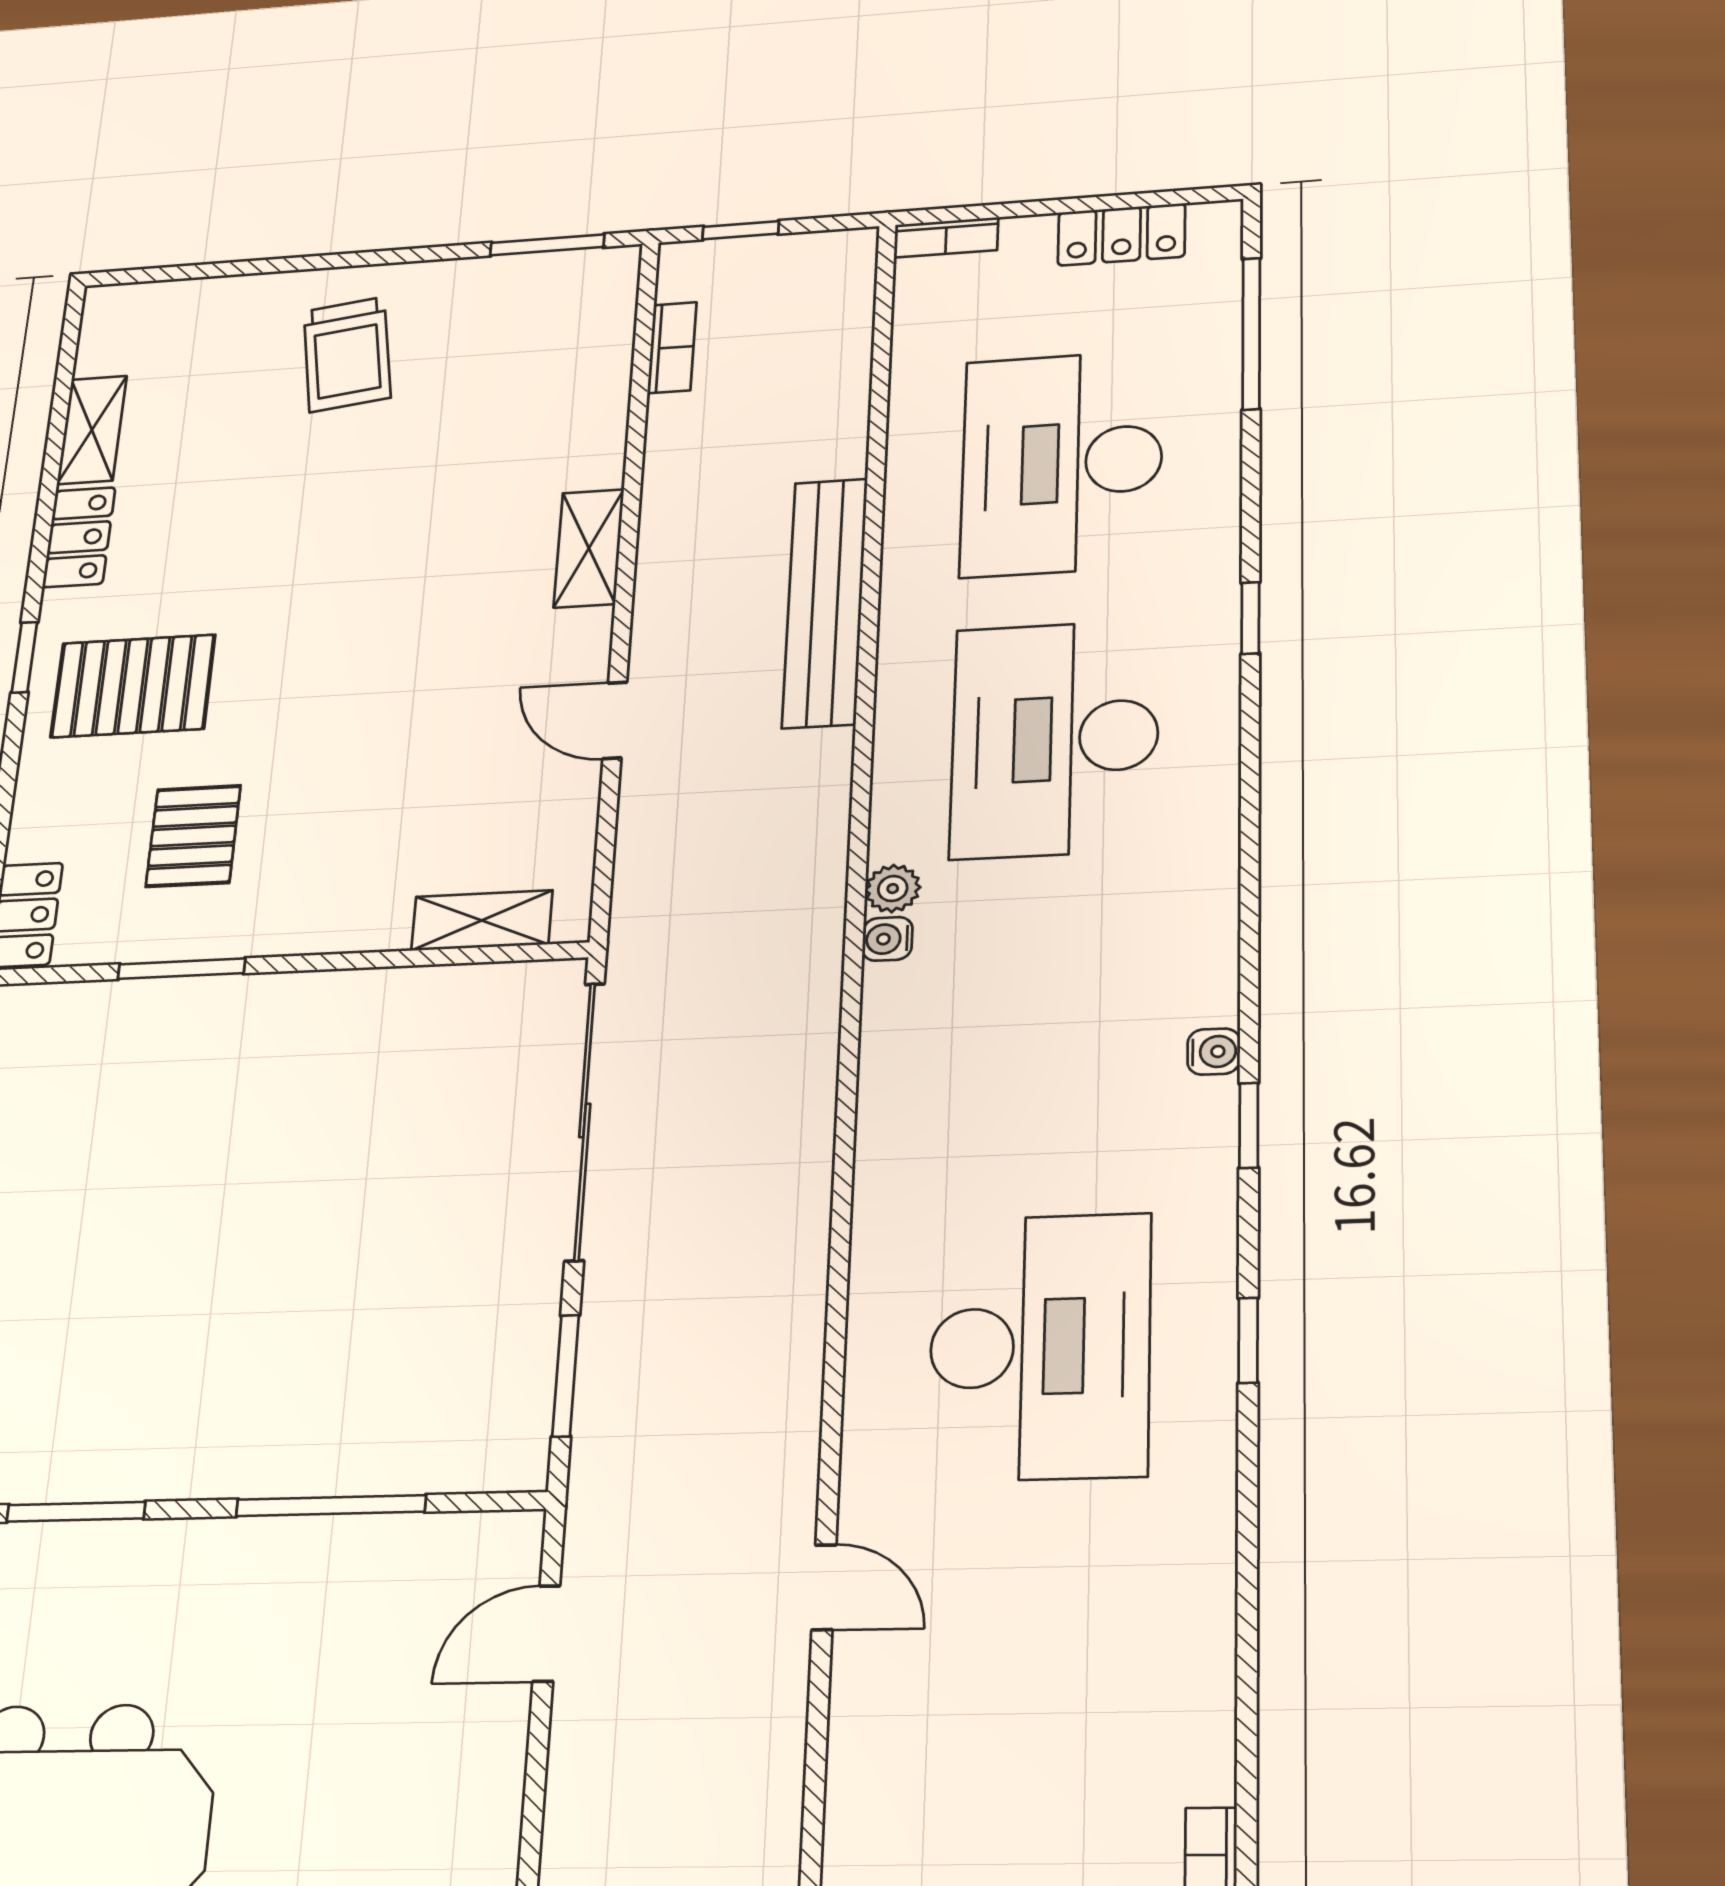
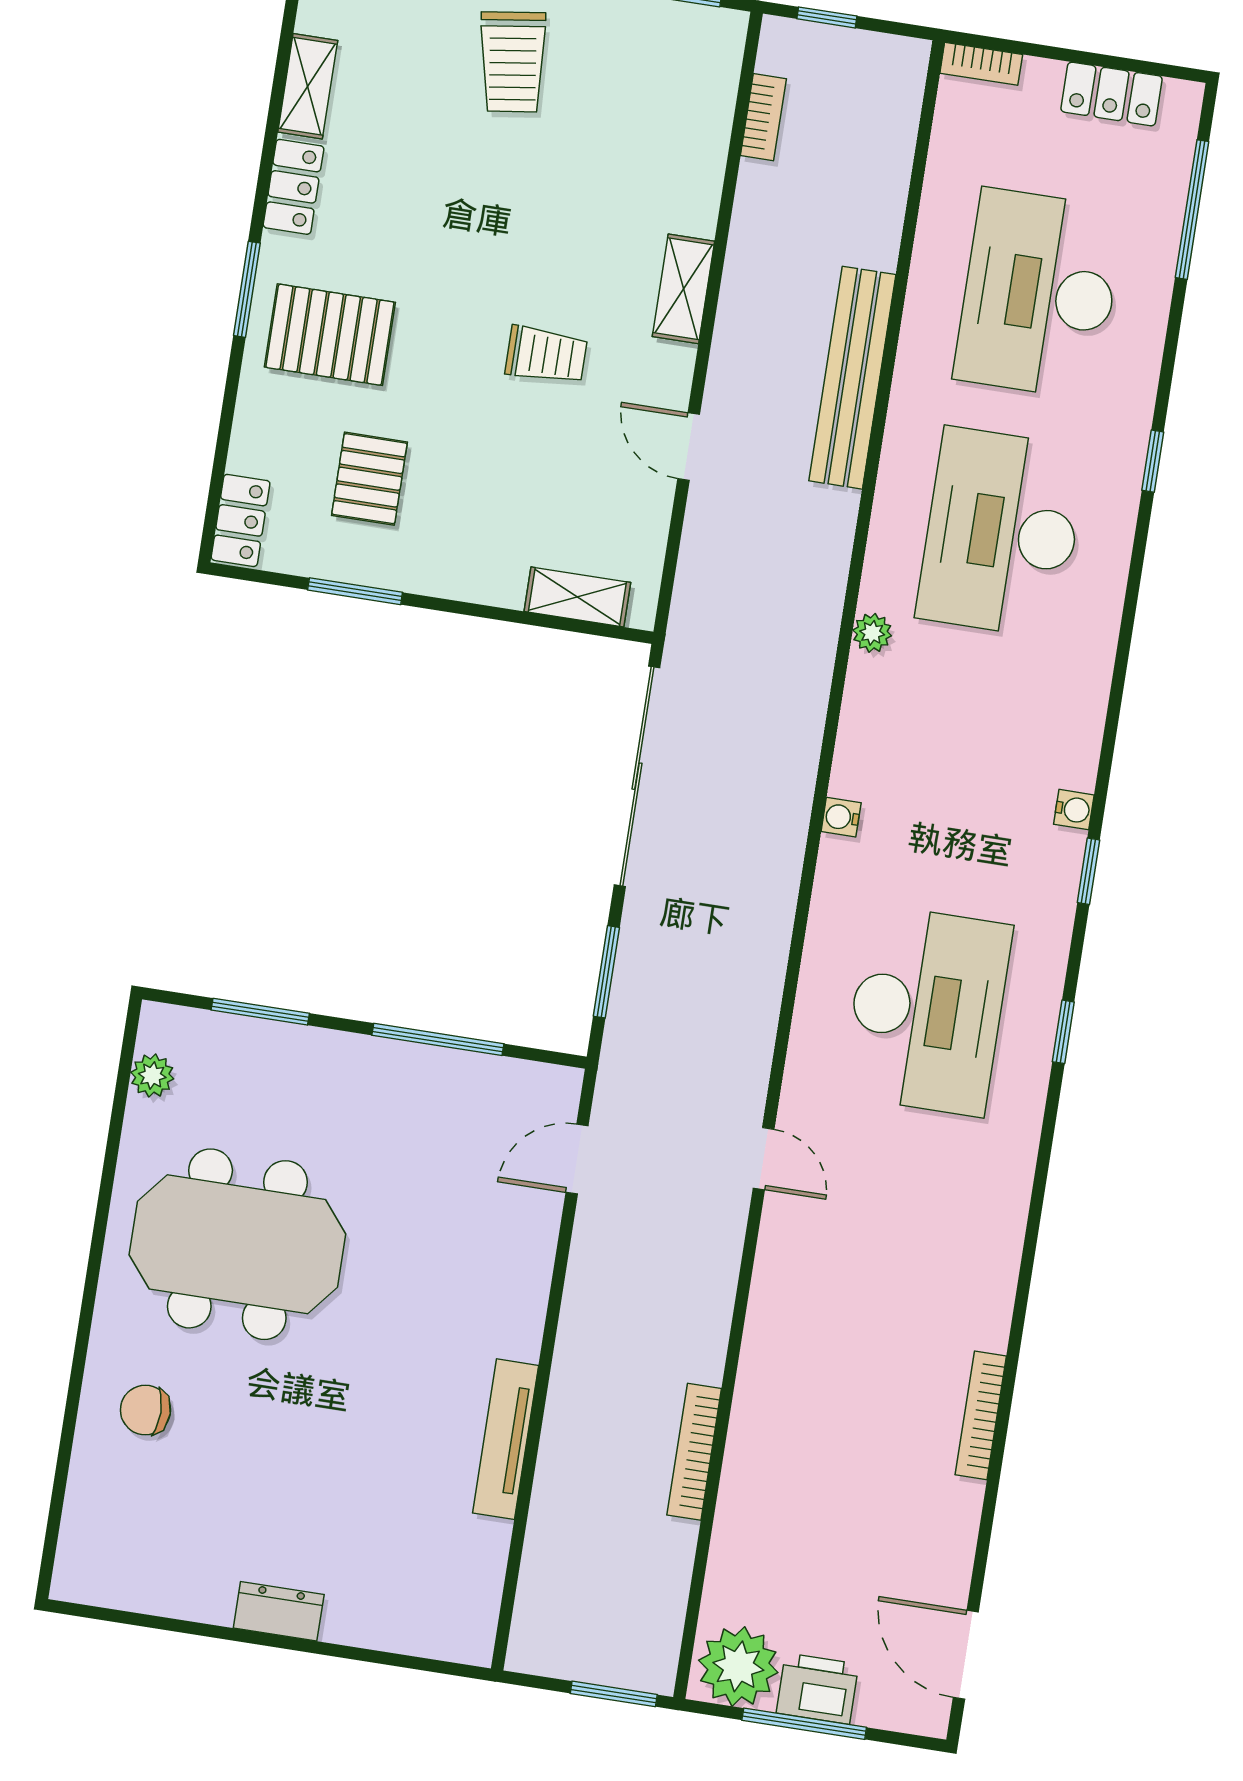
trolley: (416, 655) -> (546, 355), added
window: (24, 657) -> (247, 289), width x1.50
water cooler: (887, 939) -> (841, 817), moved

